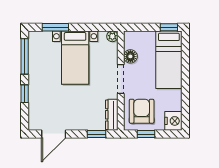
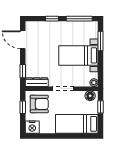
window: (169, 27) -> (101, 107), moved
floor lamp: (130, 56) -> (90, 96), moved

